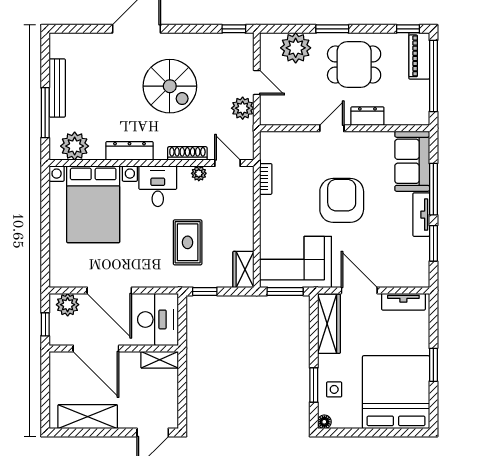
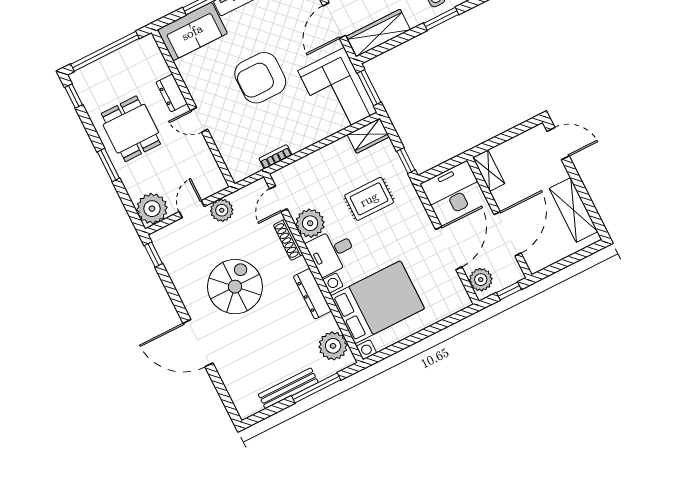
plant: (296, 48) -> (152, 209), moved
piano: (419, 56) -> (93, 73), removed
plant: (199, 173) -> (310, 223), width x1.87, depth x1.87

